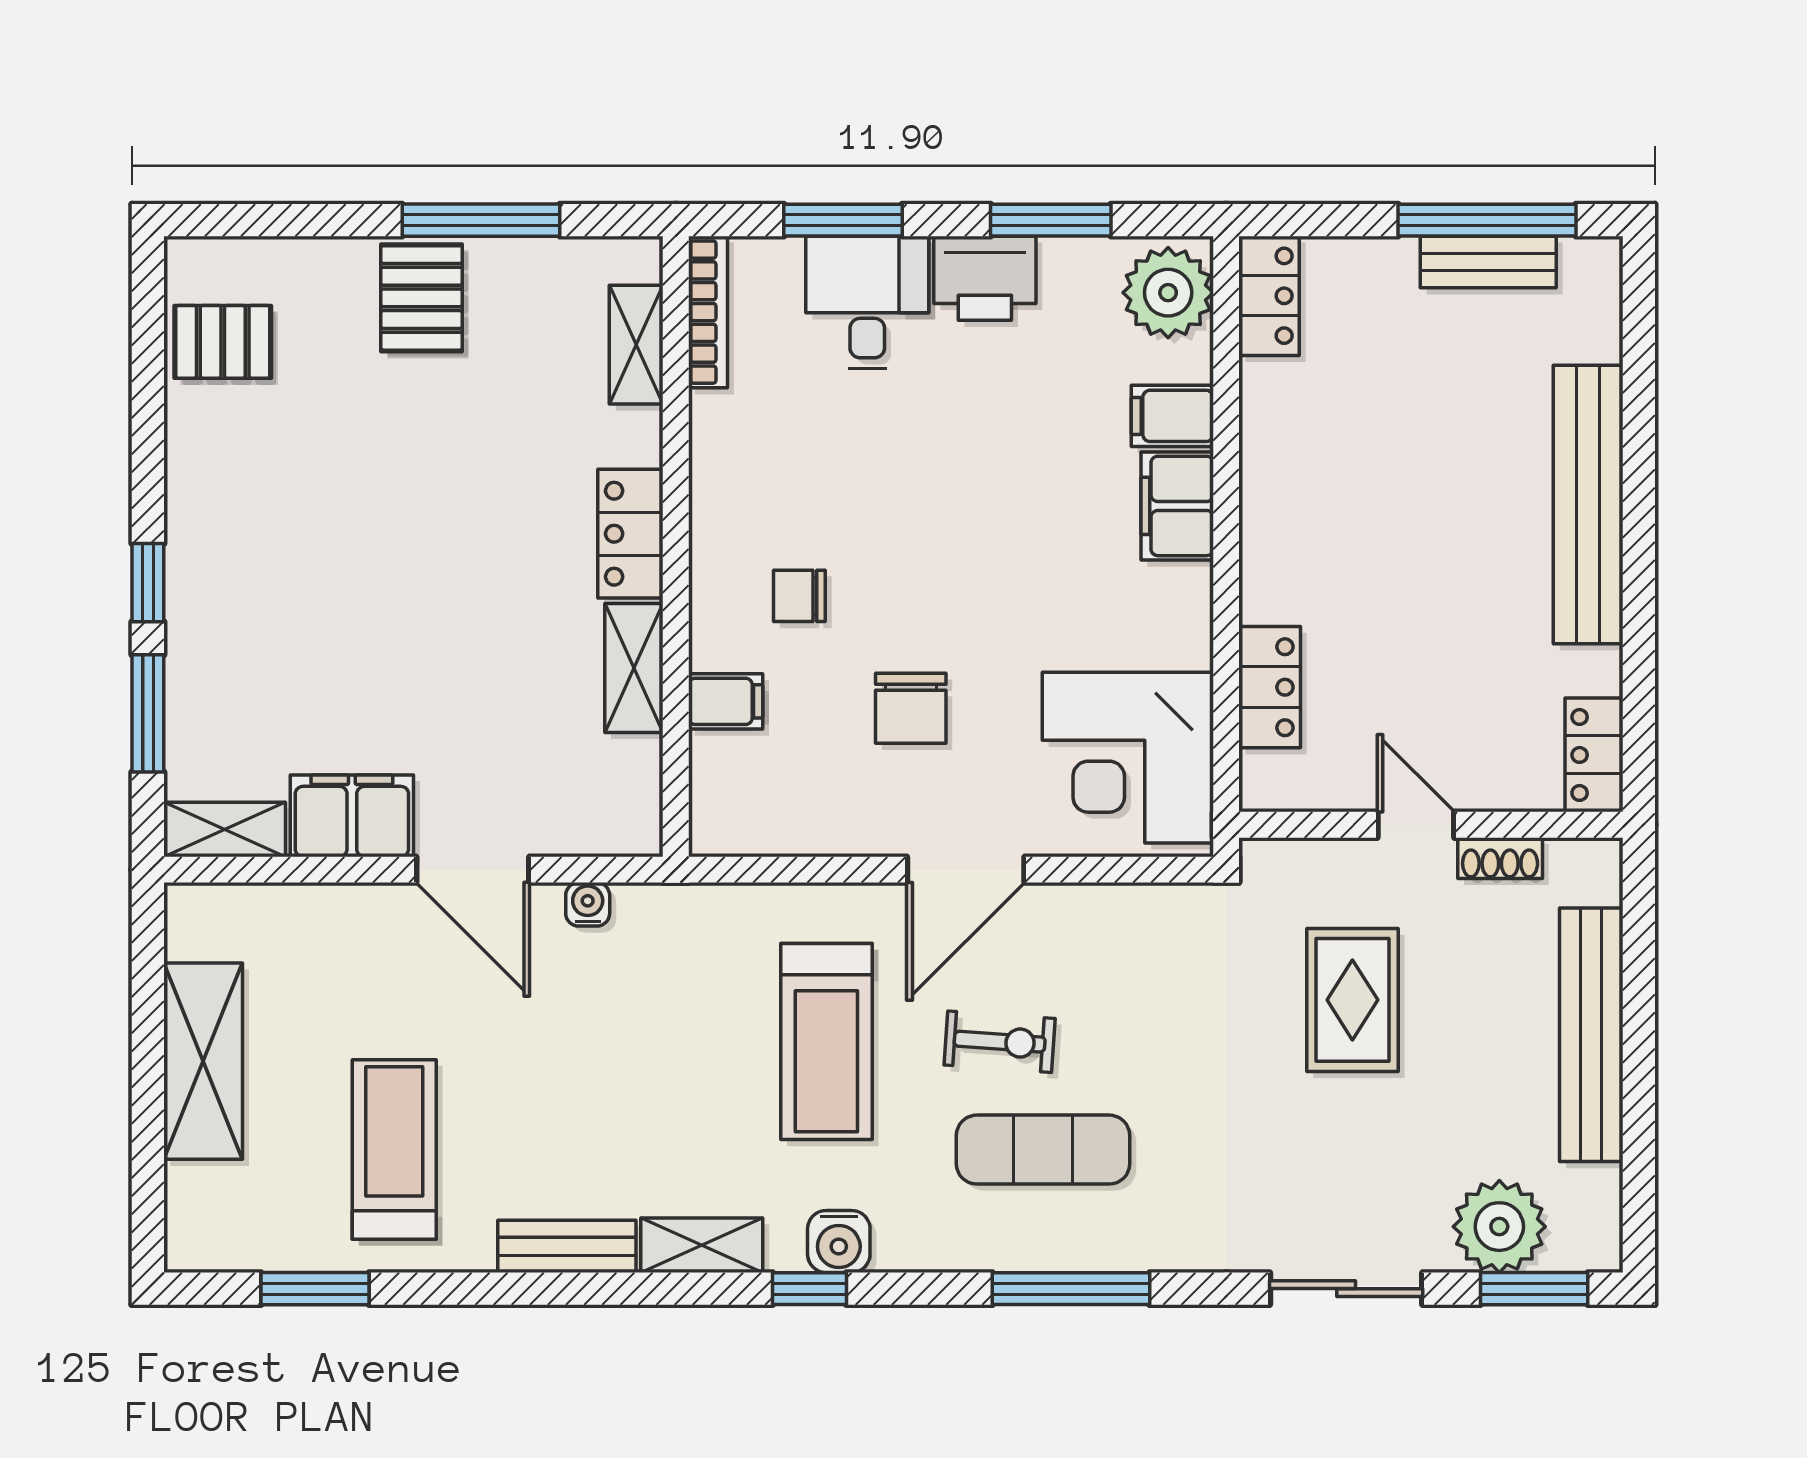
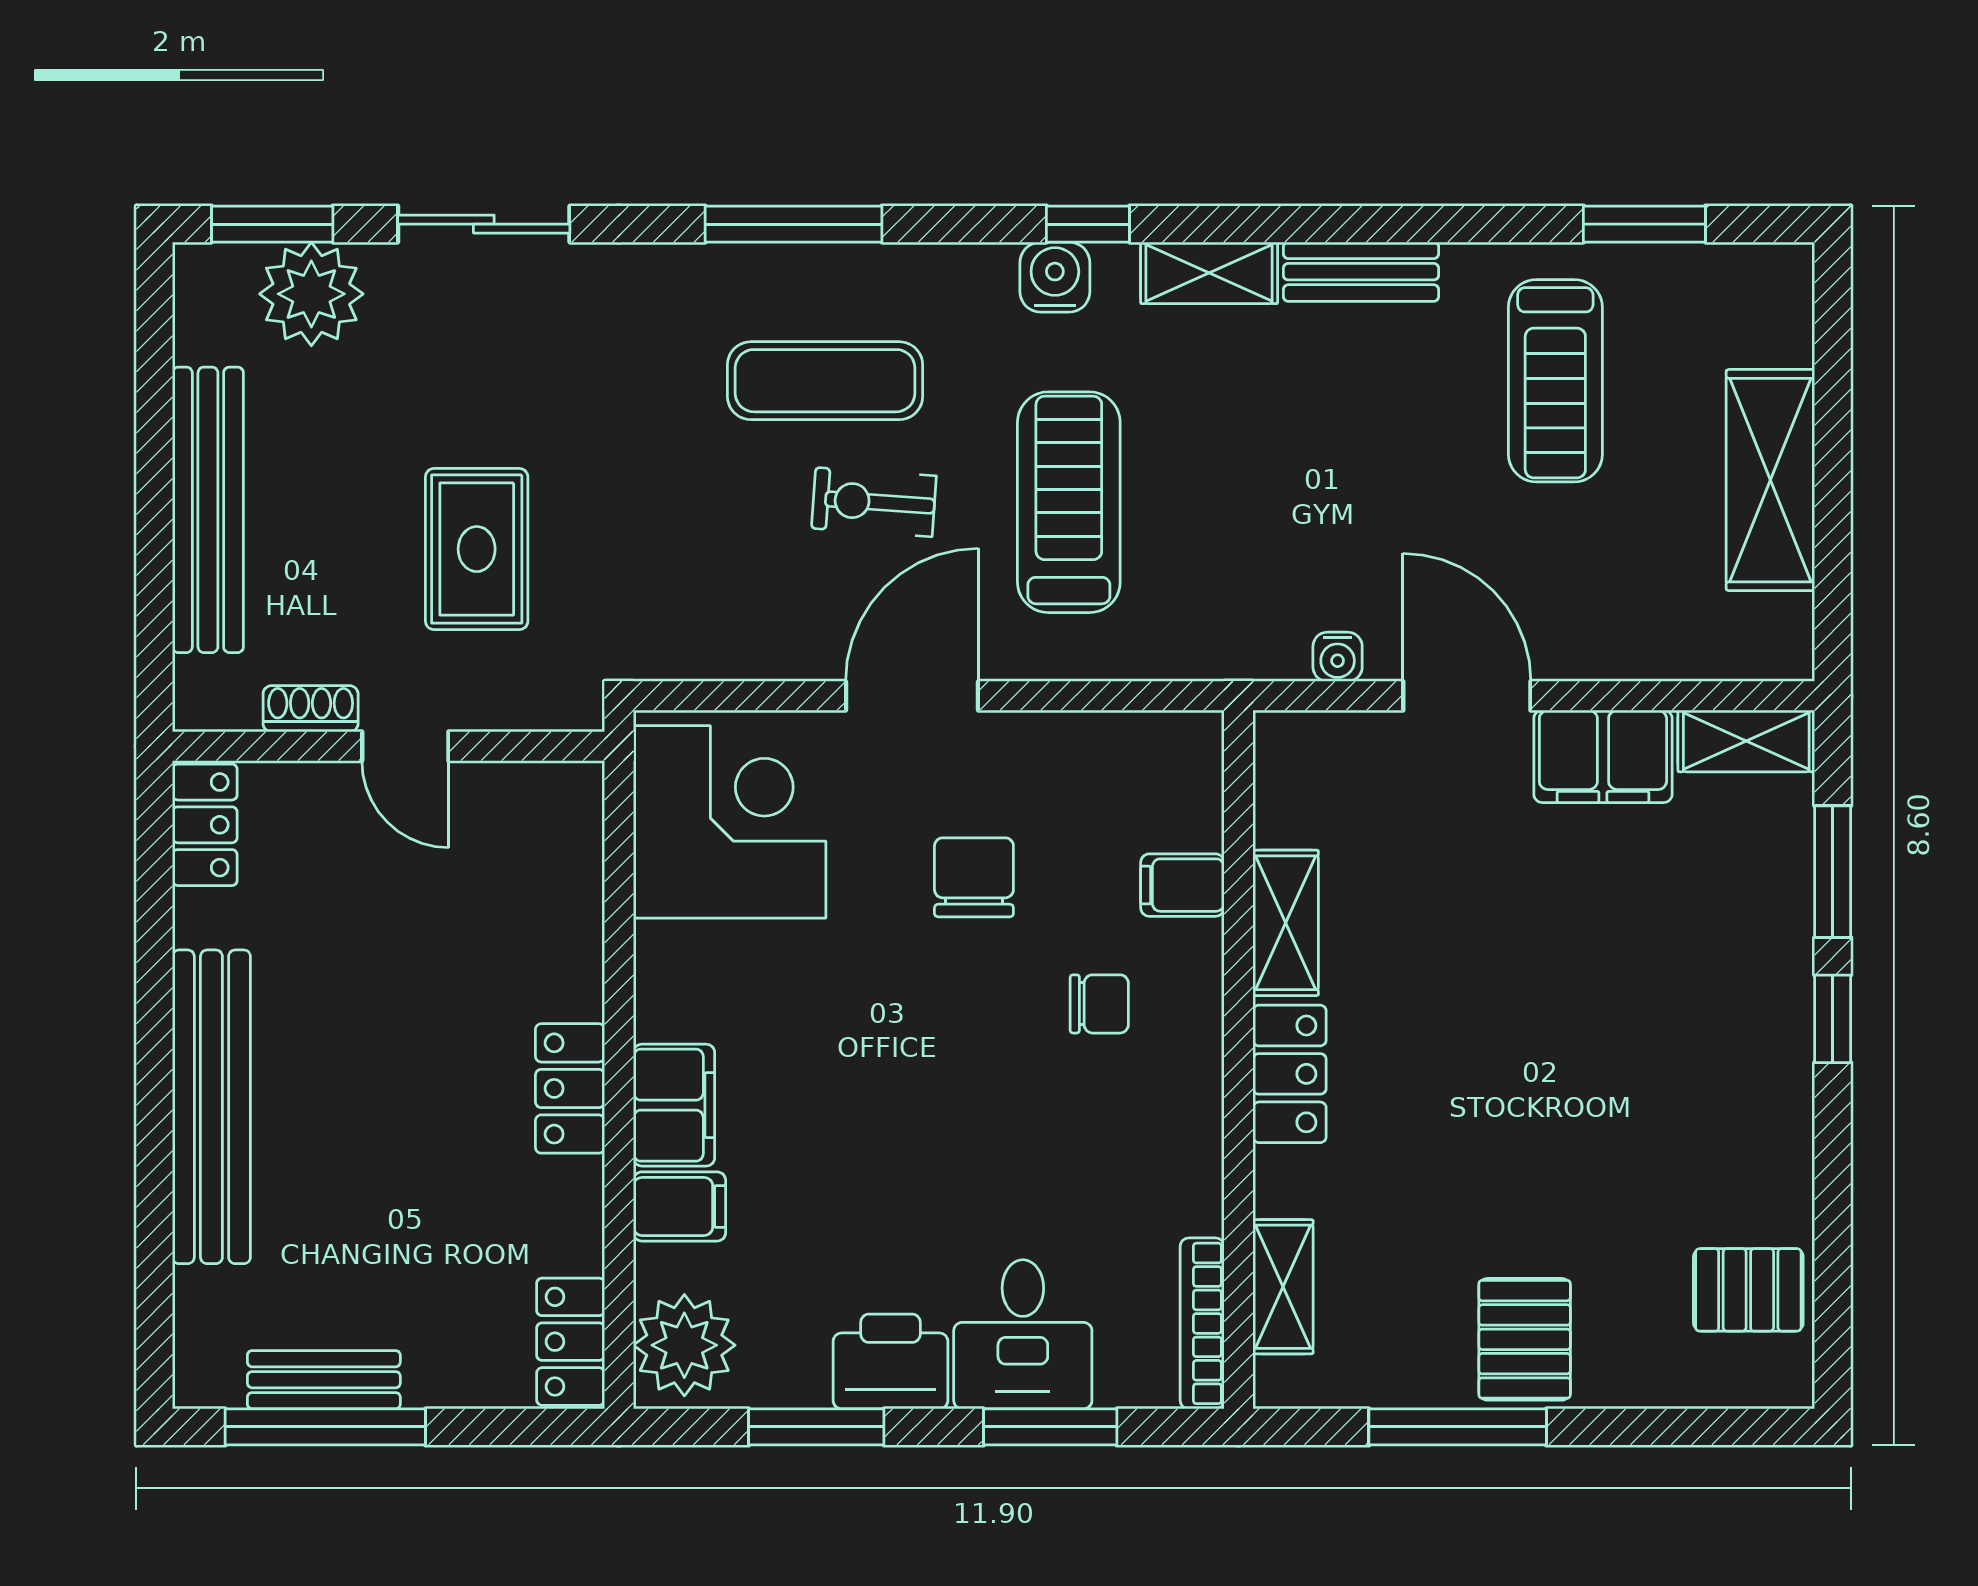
locker: (1270, 687) -> (570, 1088), moved

